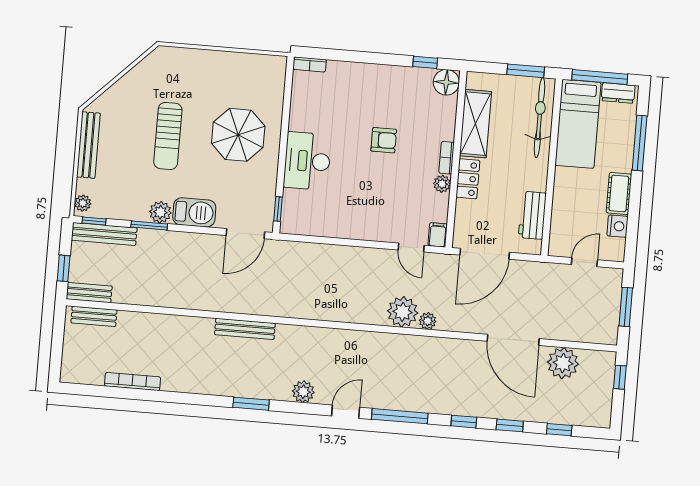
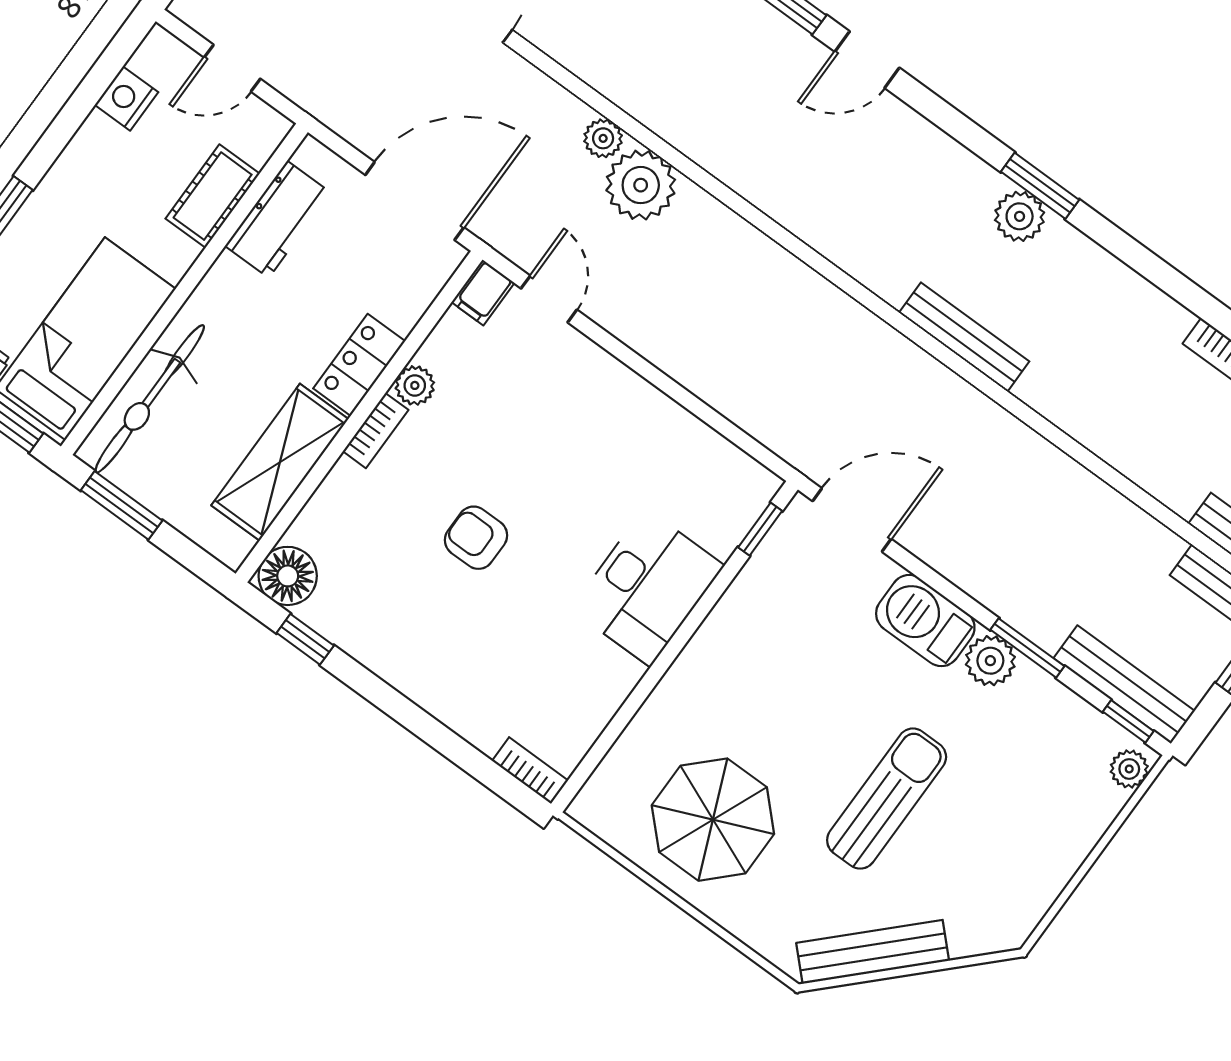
parasol: (238, 135) -> (713, 820), moved
bench: (88, 145) -> (873, 952), moved, turned 45
cot: (619, 193) -> (213, 196), moved
plant: (303, 392) -> (1020, 216), moved

